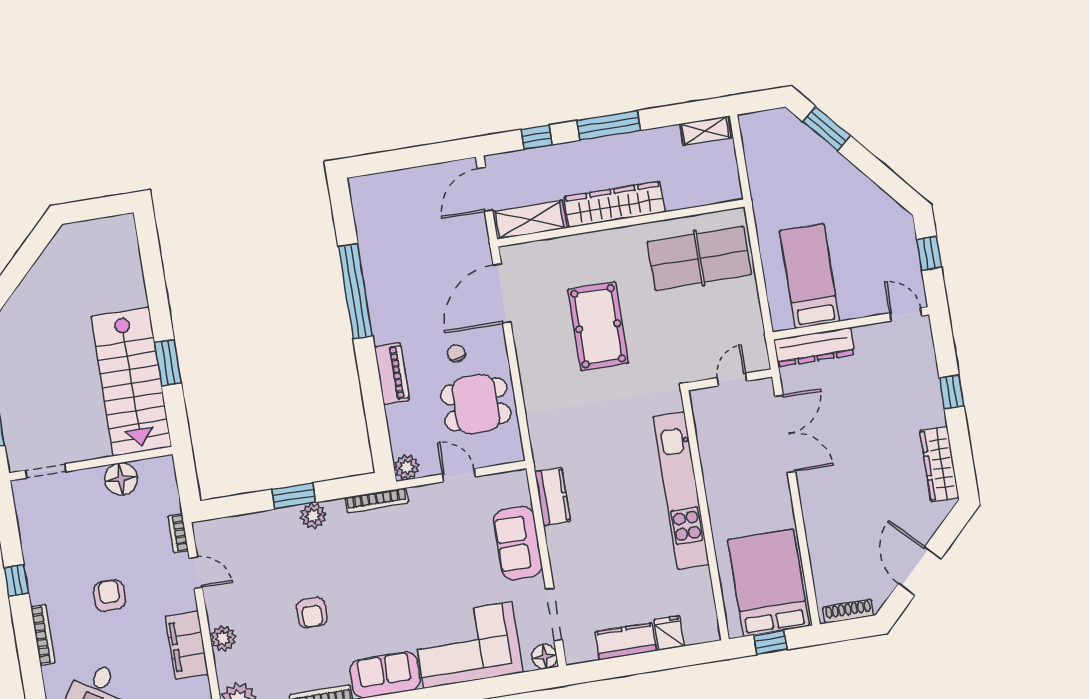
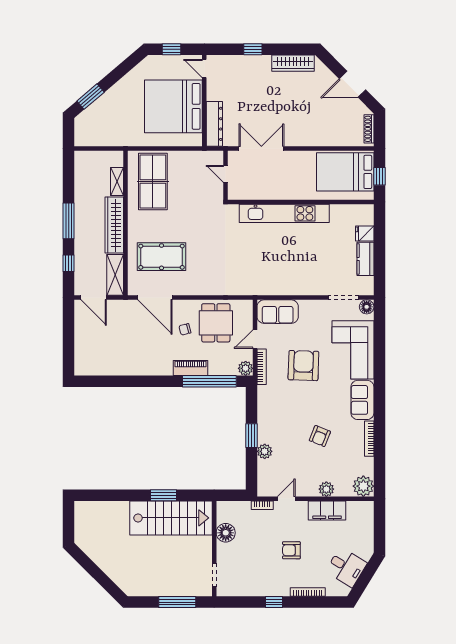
shelving: (705, 131) -> (117, 182), moved
bed: (810, 276) -> (173, 106), width x2.04
window: (355, 291) -> (209, 381), moved
door: (906, 314) -> (204, 68), hinge flipped
pool table: (598, 326) -> (162, 257), moved
kitchen counter: (552, 496) -> (276, 288), removed
bookcase: (376, 500) -> (262, 367), moved
plant: (313, 516) -> (265, 451), moved
sofa: (518, 543) -> (278, 312), moved
armchair: (427, 565) -> (303, 366), added
armchair: (312, 613) -> (320, 436), turned 112

